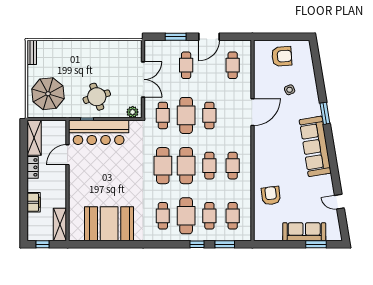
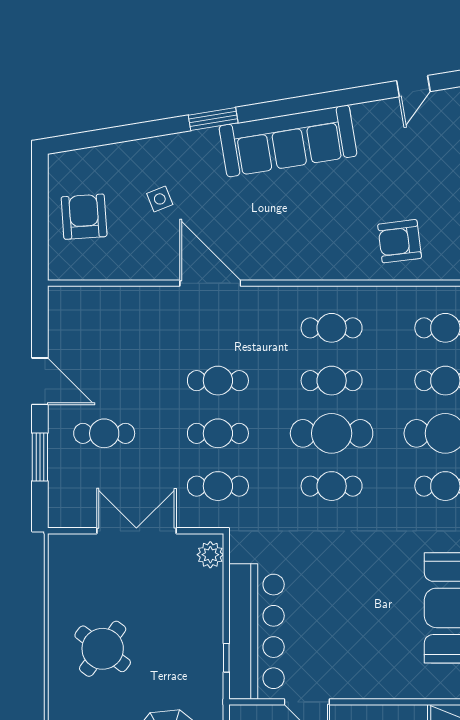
cafe table: (233, 65) -> (104, 328), removed
round table: (97, 97) -> (103, 649), moved, turned -35
cafe table: (186, 115) -> (218, 433), width x0.73, depth x0.74
cafe table: (163, 166) -> (332, 486), width x0.73, depth x0.74

